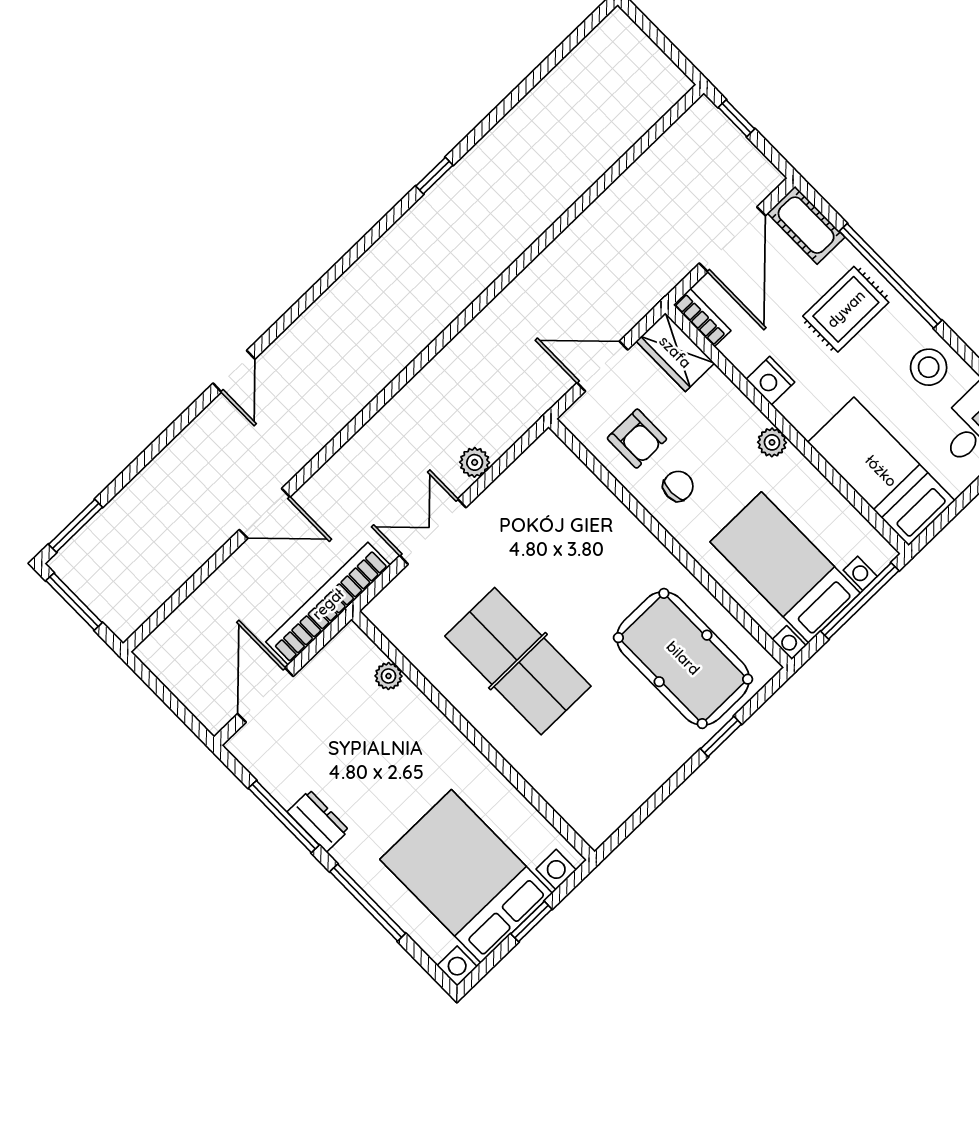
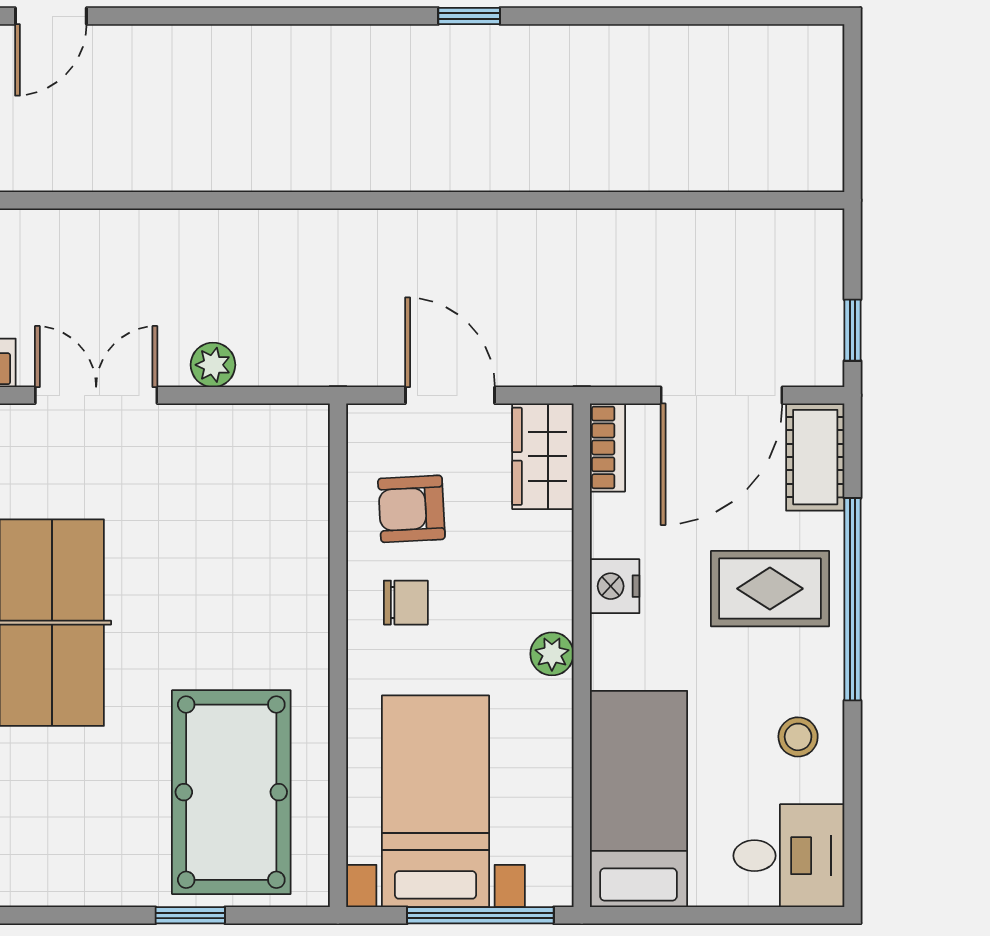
window: (737, 118) -> (853, 330), moved
stool: (929, 367) -> (798, 737), width x0.73, depth x0.73
armchair: (637, 439) -> (411, 509), turned 87

